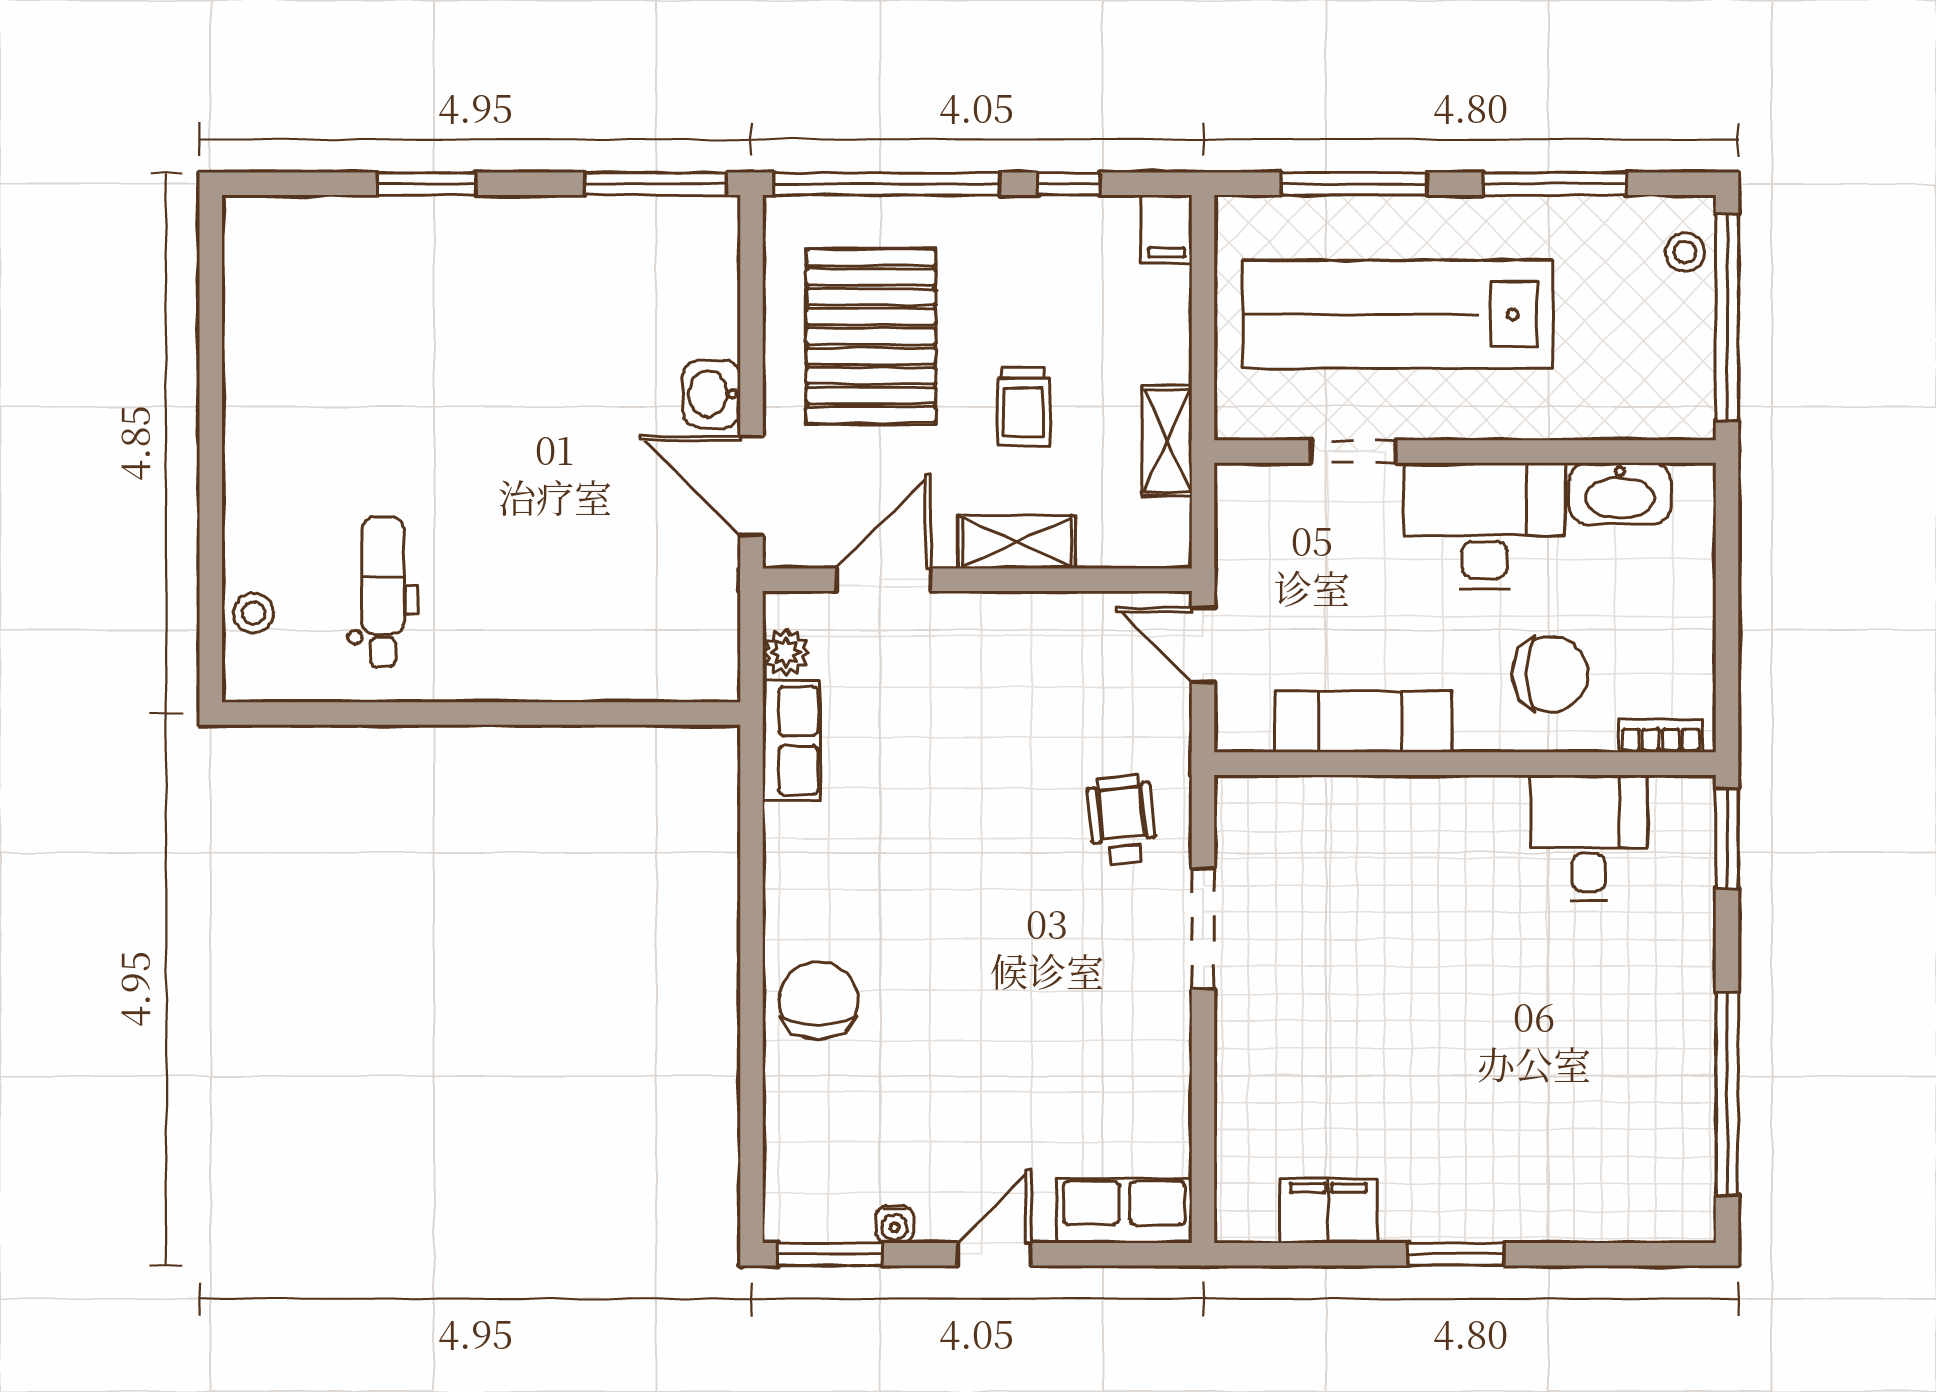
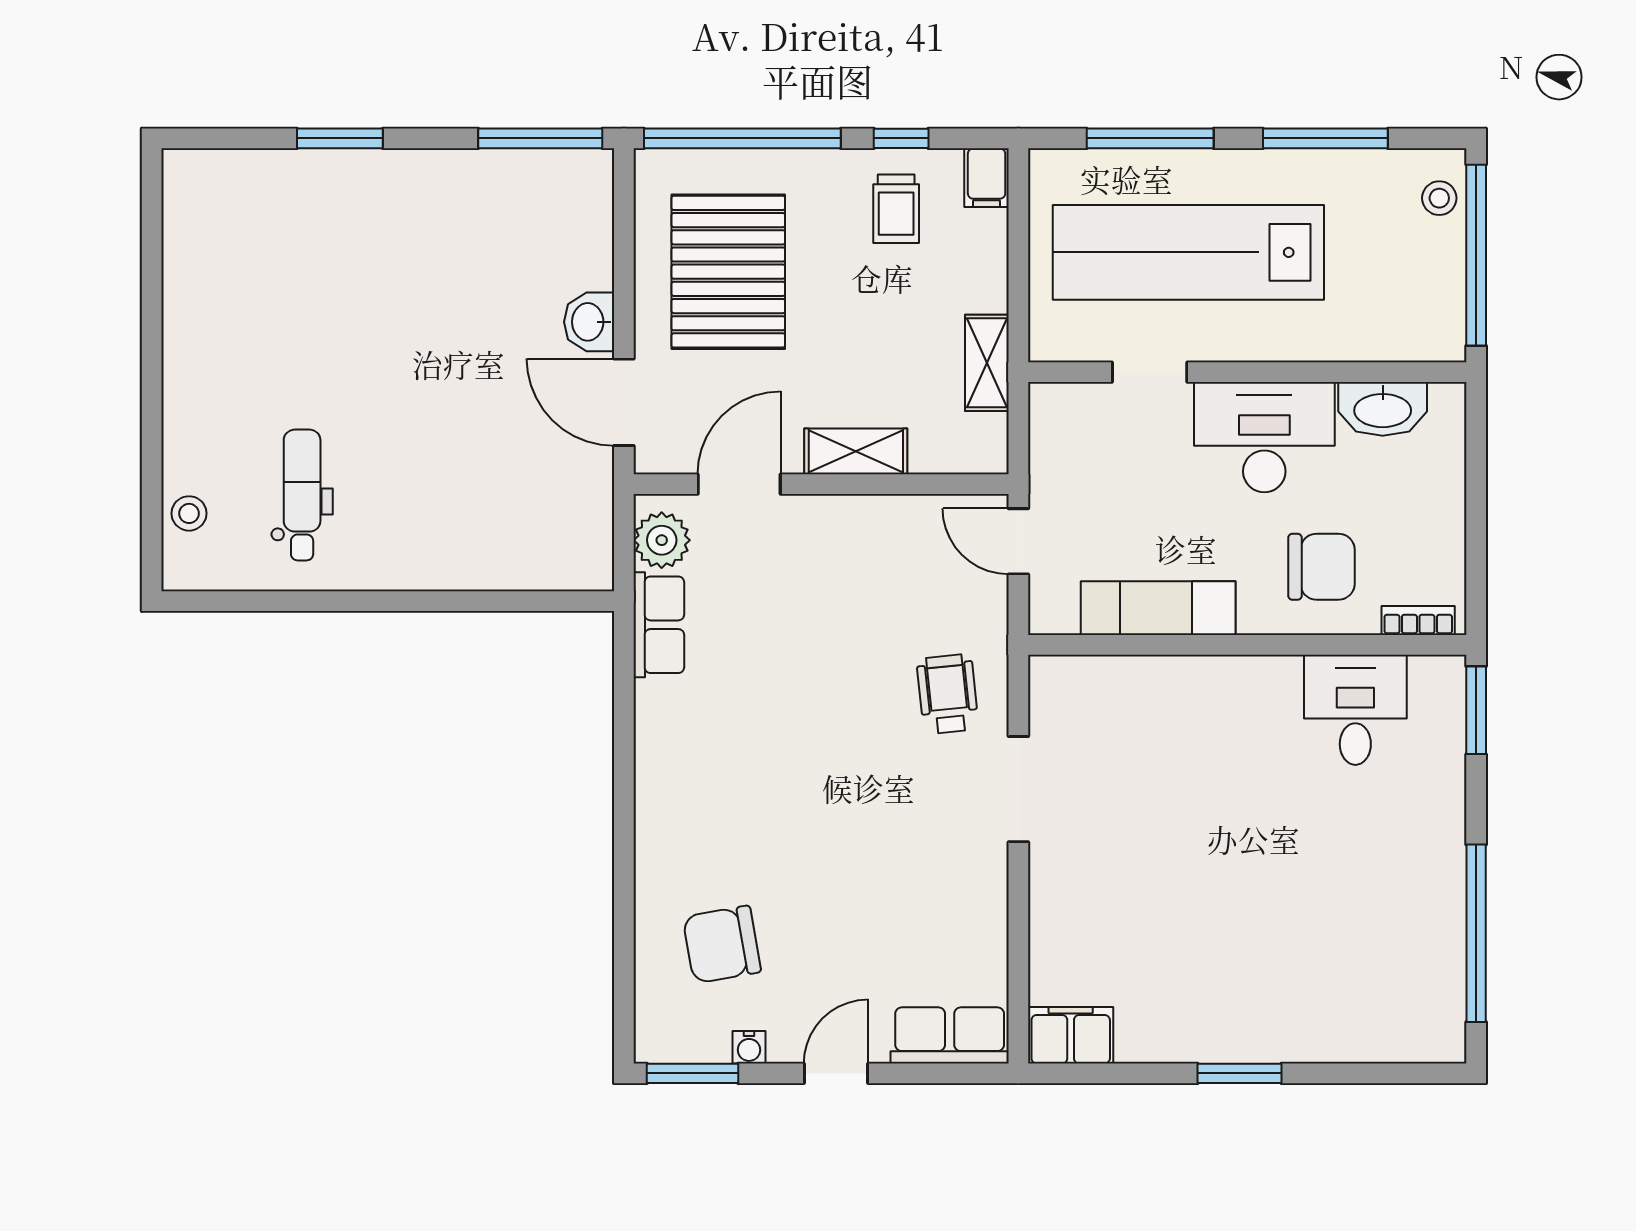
trolley: (1023, 407) -> (896, 209), moved
plant: (786, 653) -> (662, 540), width x1.38, depth x1.38
chair: (818, 1001) -> (722, 944), moved, turned -100
filing cabinet: (1328, 1211) -> (1071, 1035), moved

